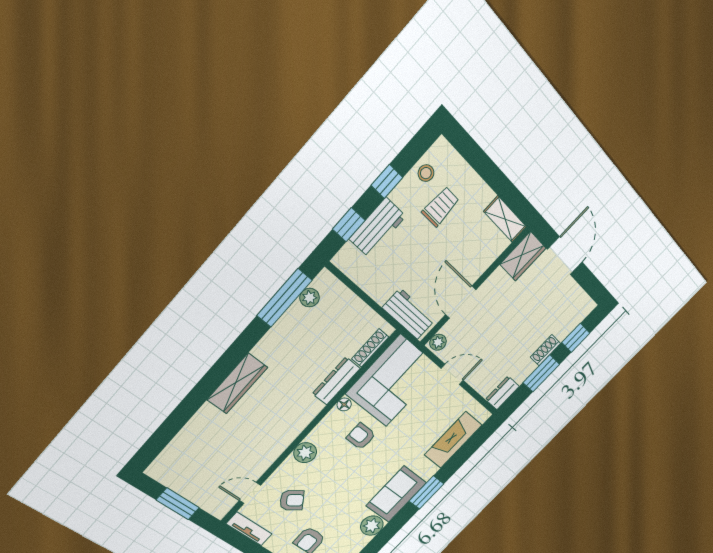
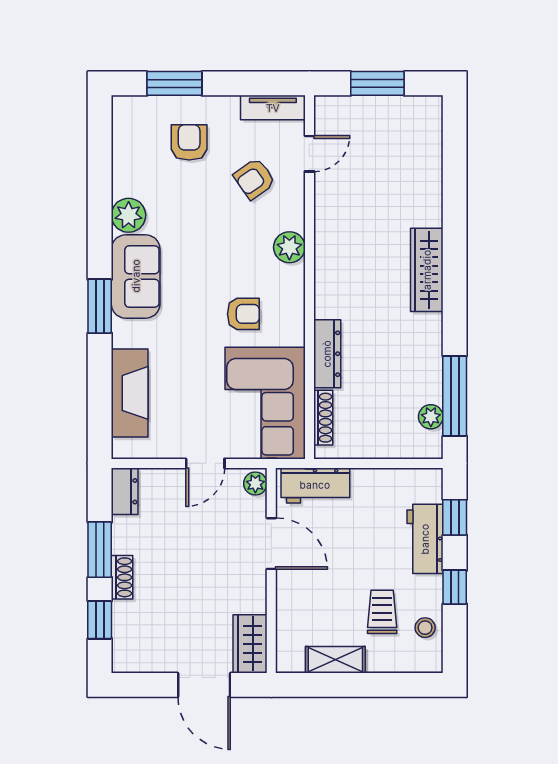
trolley: (441, 207) -> (382, 612), turned 180
shelving: (505, 219) -> (335, 660), moved
floor lamp: (344, 404) -> (295, 335), removed

